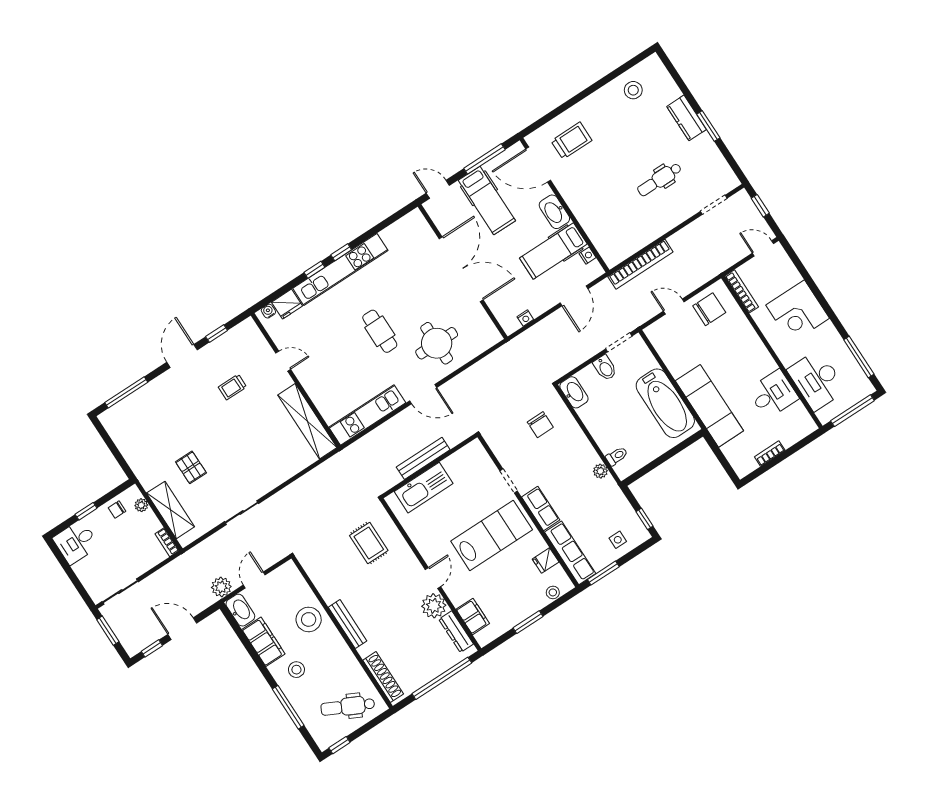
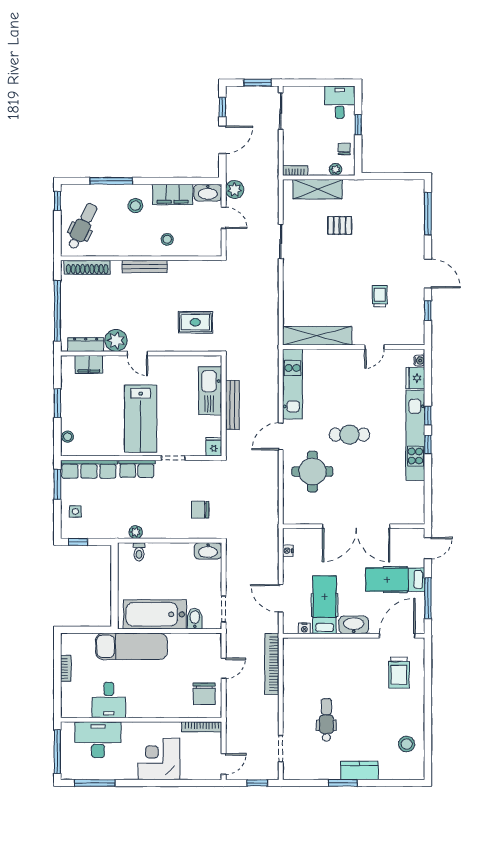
bidet: (605, 368) -> (195, 619), moved, turned 90
fridge: (546, 561) -> (214, 447), moved
stool: (309, 619) -> (167, 239), width x0.53, depth x0.53

